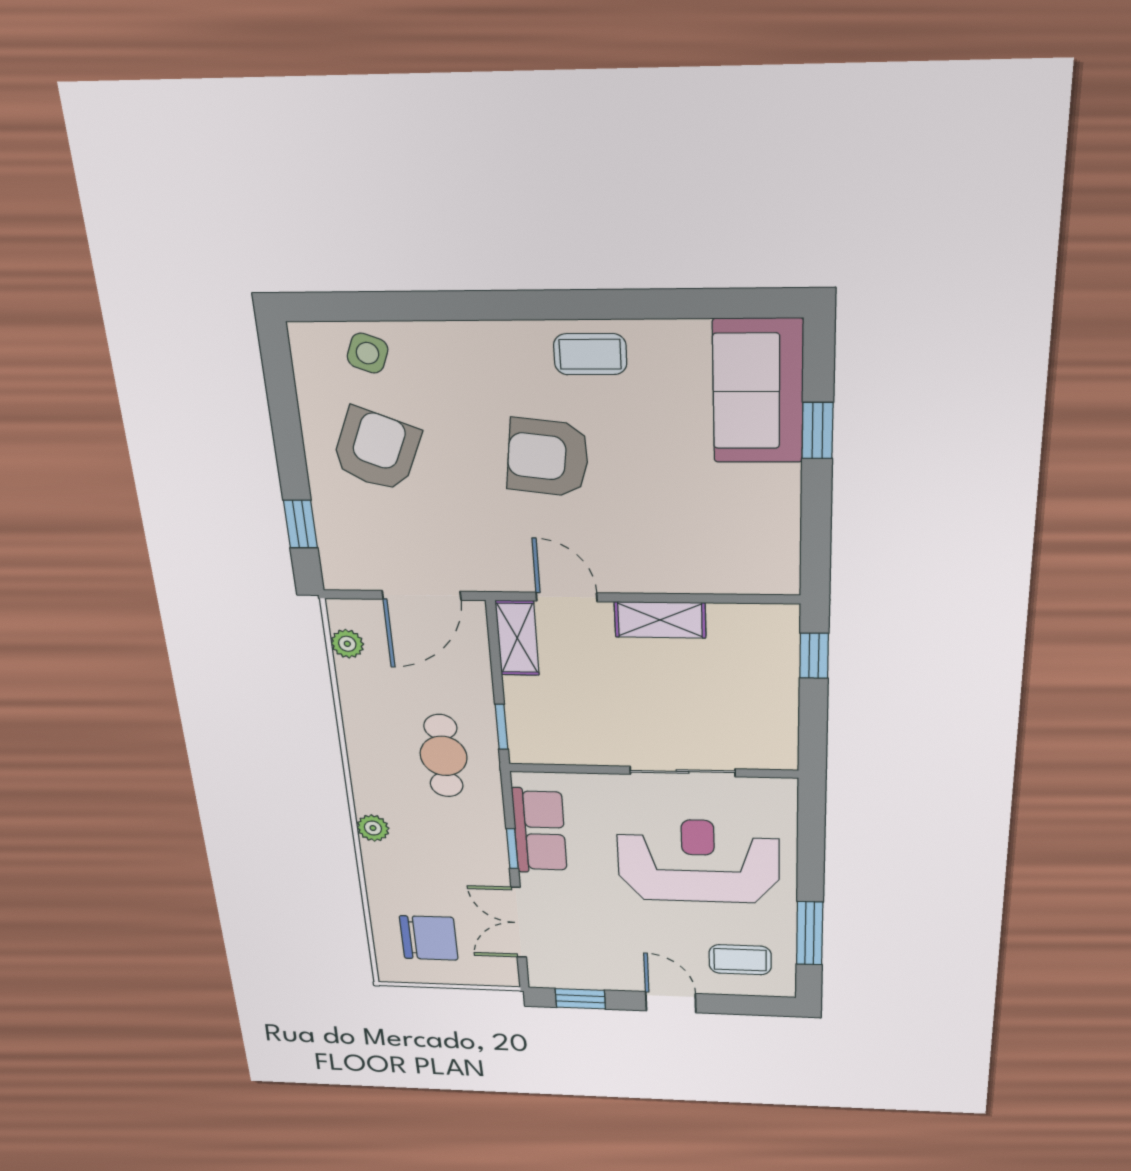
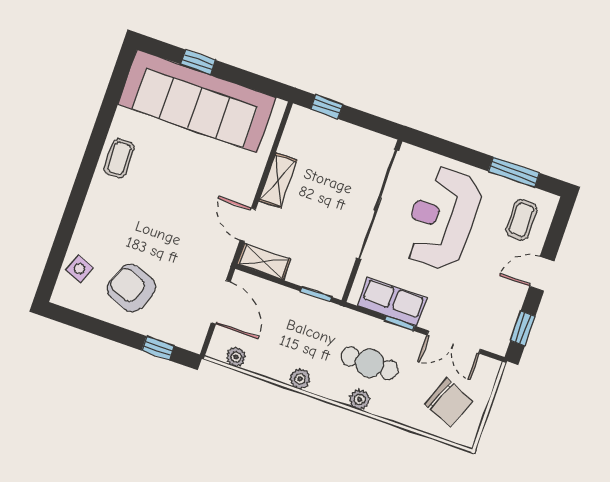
sofa: (758, 391) -> (197, 101), width x1.85, depth x1.27
armchair: (548, 458) -> (166, 202), removed
door: (567, 597) -> (248, 225), hinge flipped
plant: (361, 742) -> (300, 379), added
cafe table: (444, 756) -> (370, 363), moved
sliding door: (683, 771) -> (378, 204), width x1.86
chair: (429, 938) -> (449, 402), turned 112

